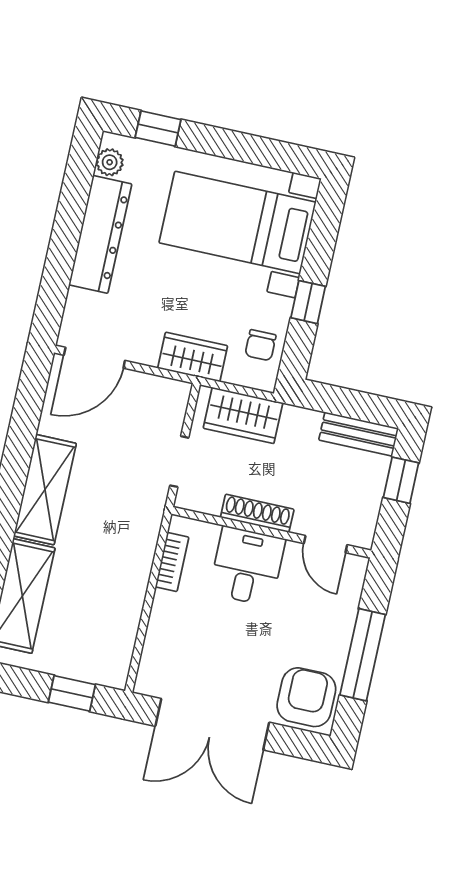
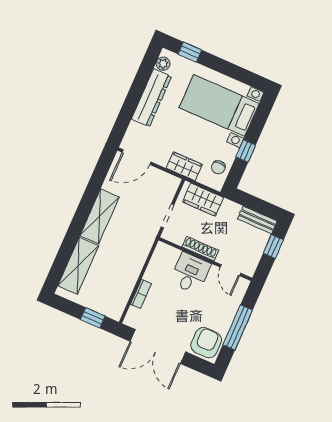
bookcase: (172, 562) -> (141, 294), moved

